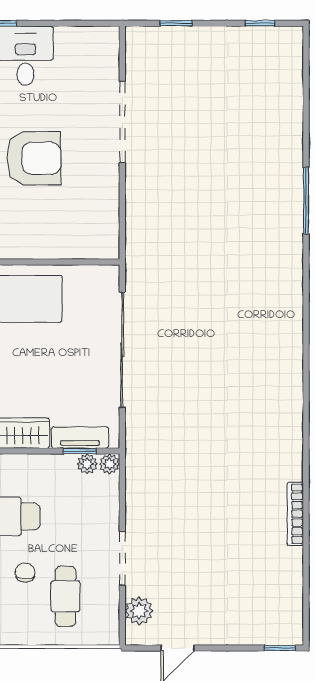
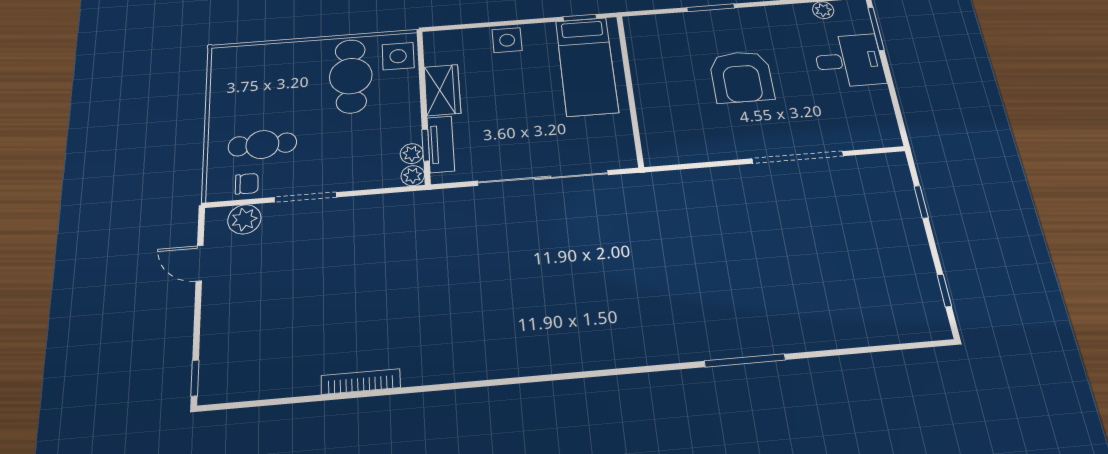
chair: (25, 573) -> (247, 184), moved

